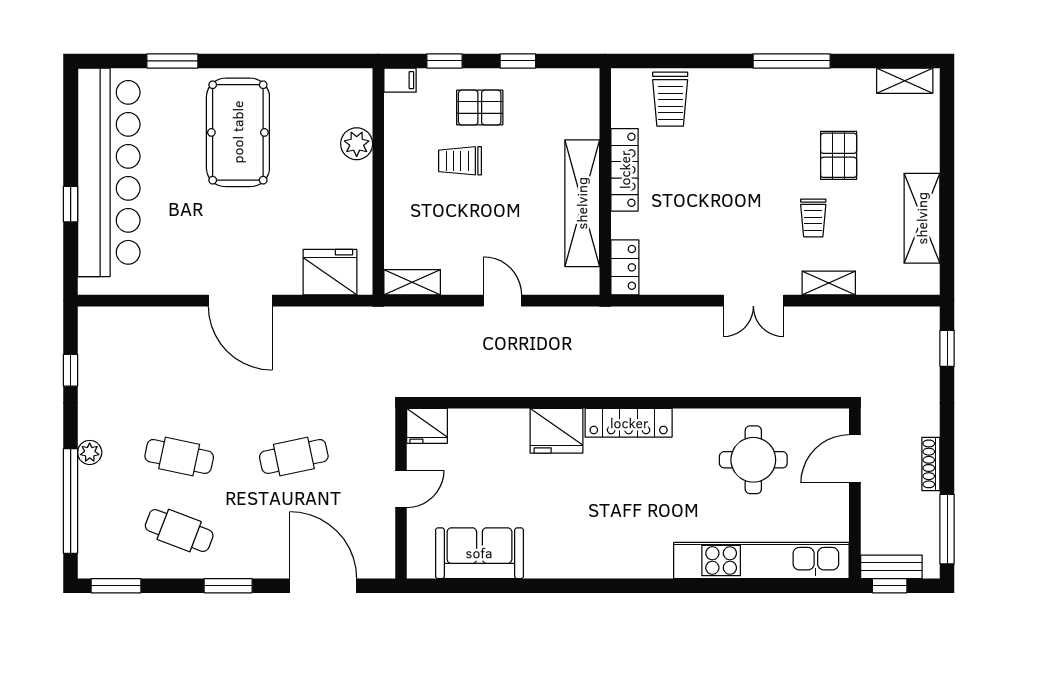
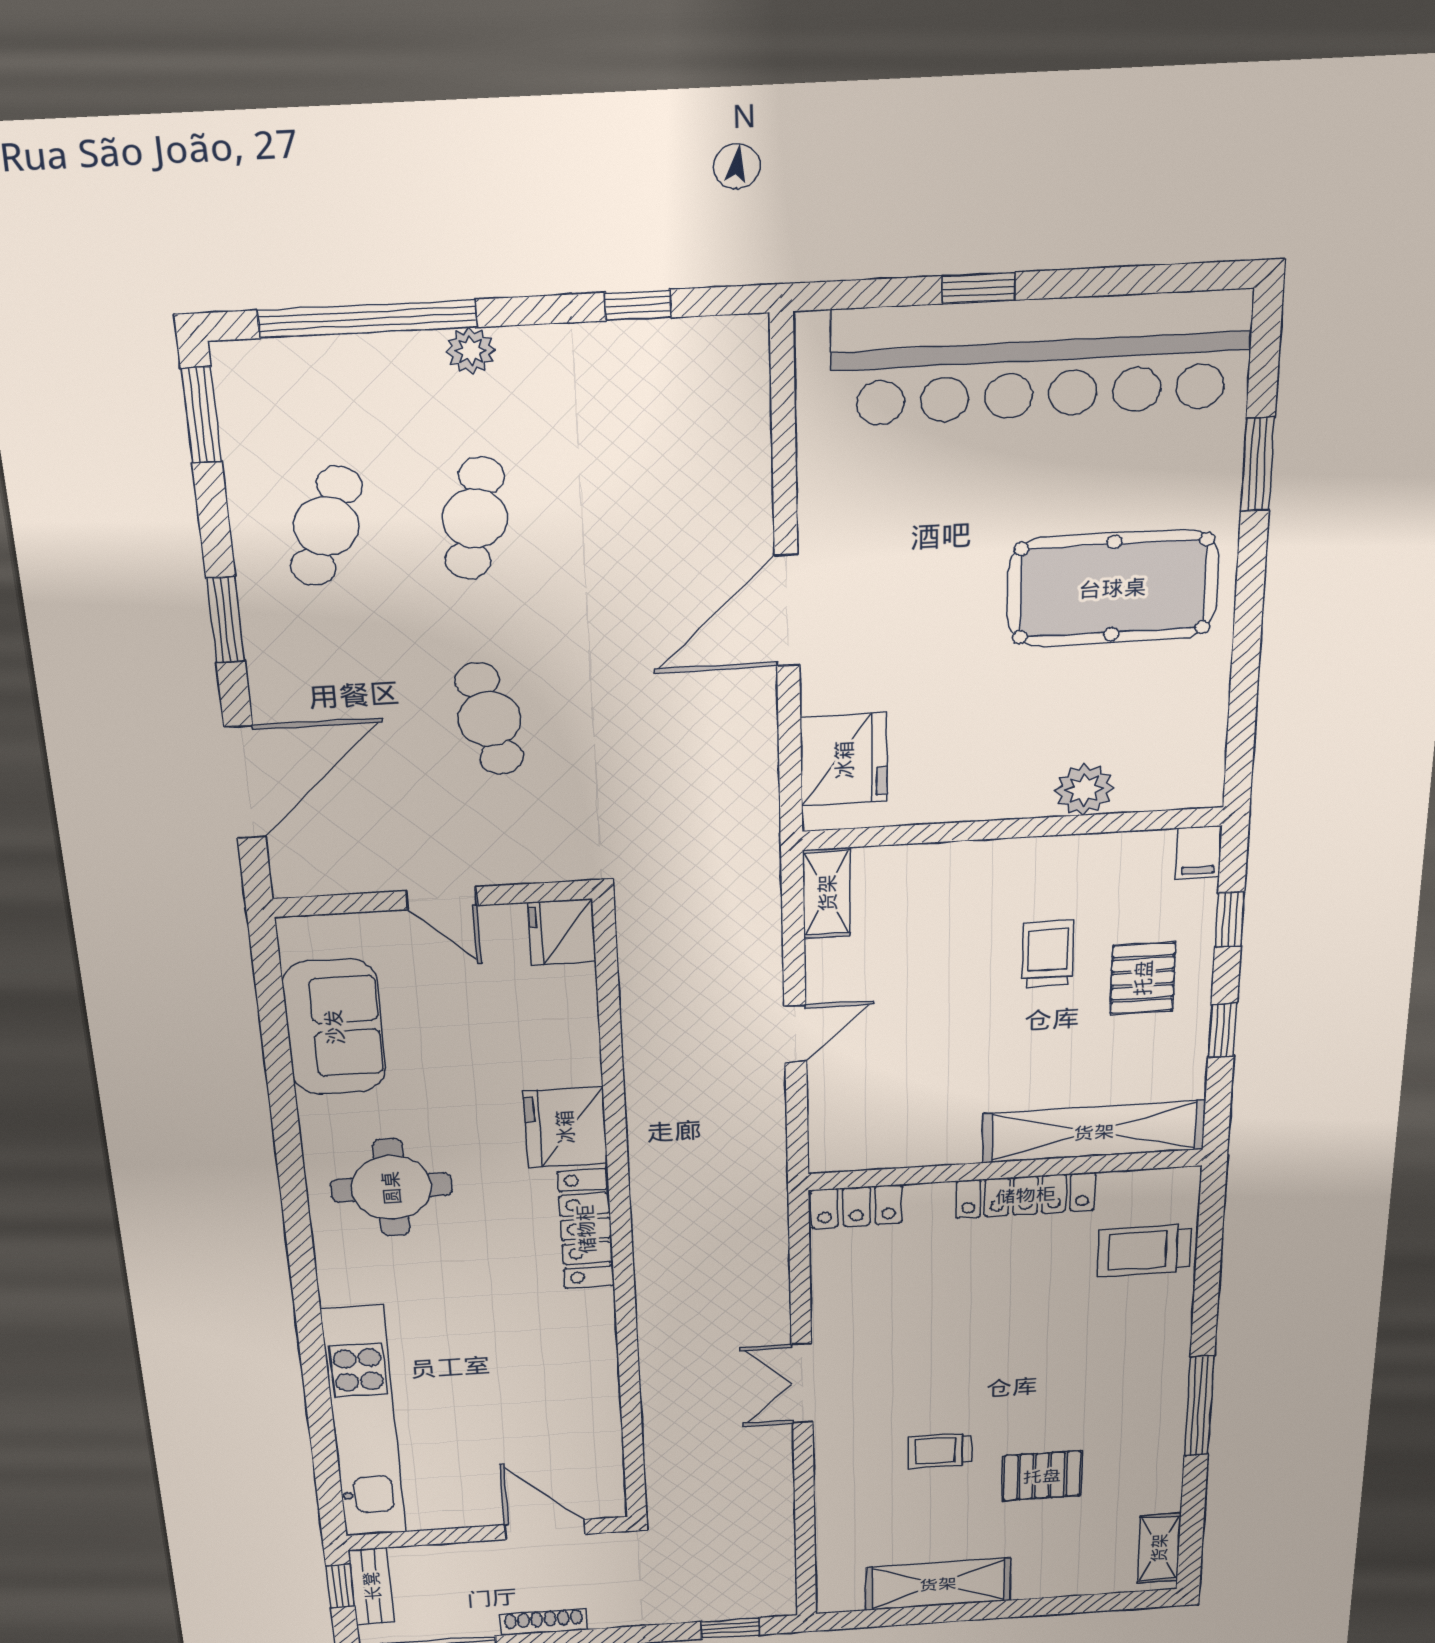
shelving: (582, 203) -> (1094, 1132), moved
shelving: (829, 283) -> (833, 1478), removed
round table: (753, 460) -> (391, 1188), moved

